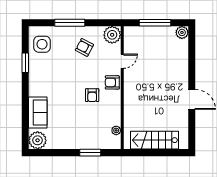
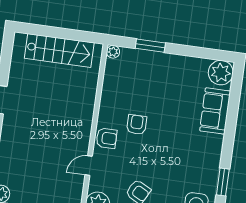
plant: (116, 130) -> (113, 52), moved

